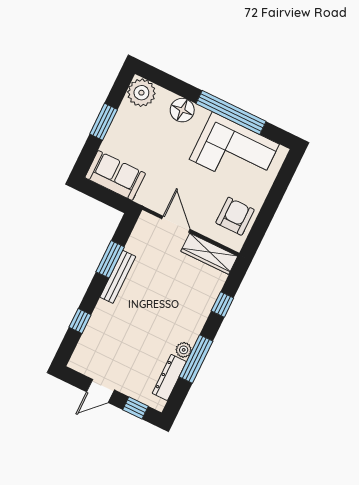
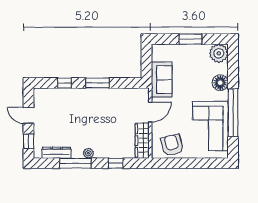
sofa: (115, 175) -> (162, 80), moved
armchair: (235, 216) -> (172, 145), turned -105
window: (110, 259) -> (97, 83), moved
bench: (118, 277) -> (102, 93), removed
plant: (184, 350) -> (88, 153), moved

